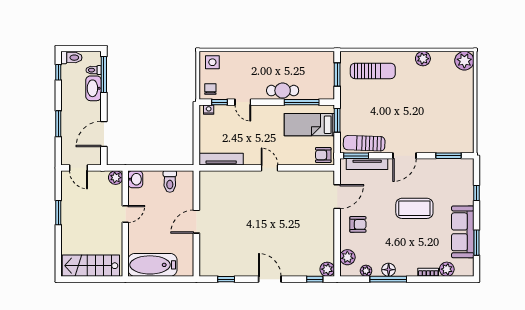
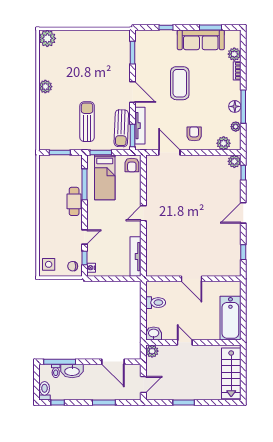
plant: (423, 59) -> (45, 87), moved
sun lounger: (373, 71) -> (87, 122), moved

